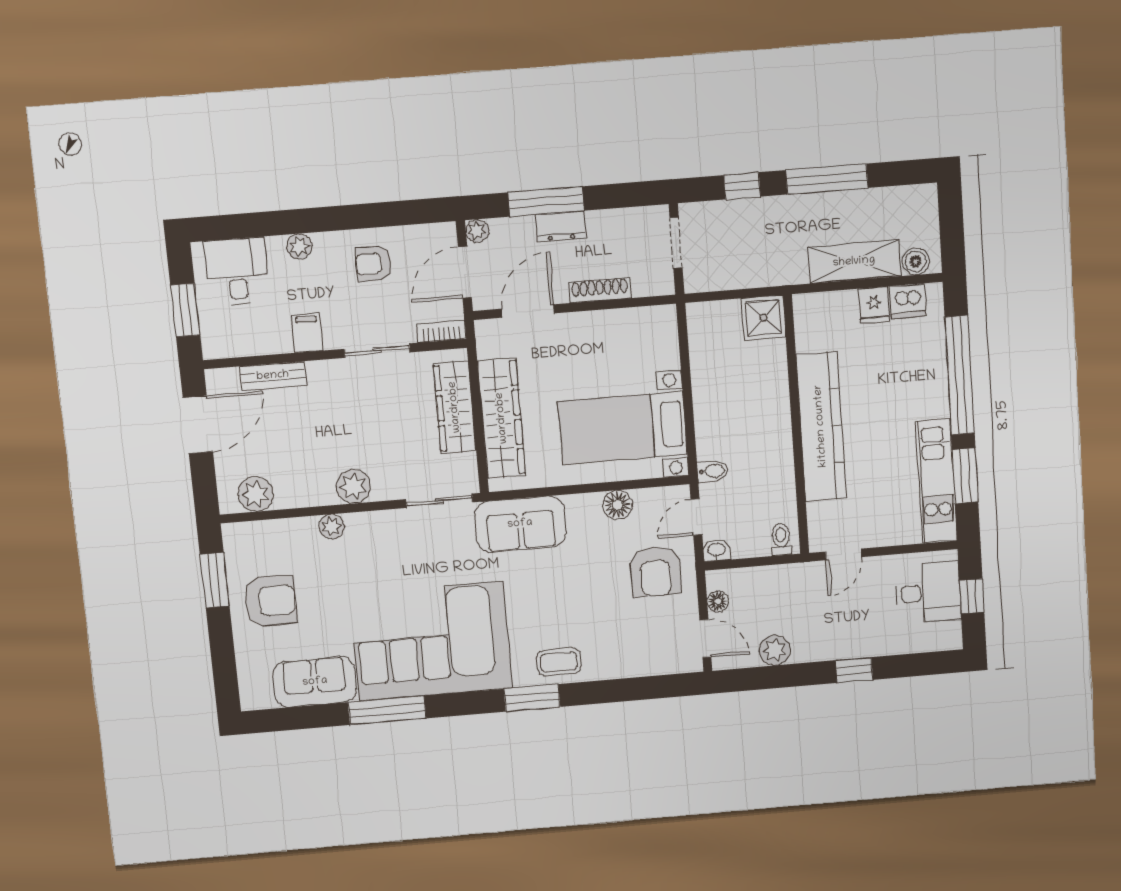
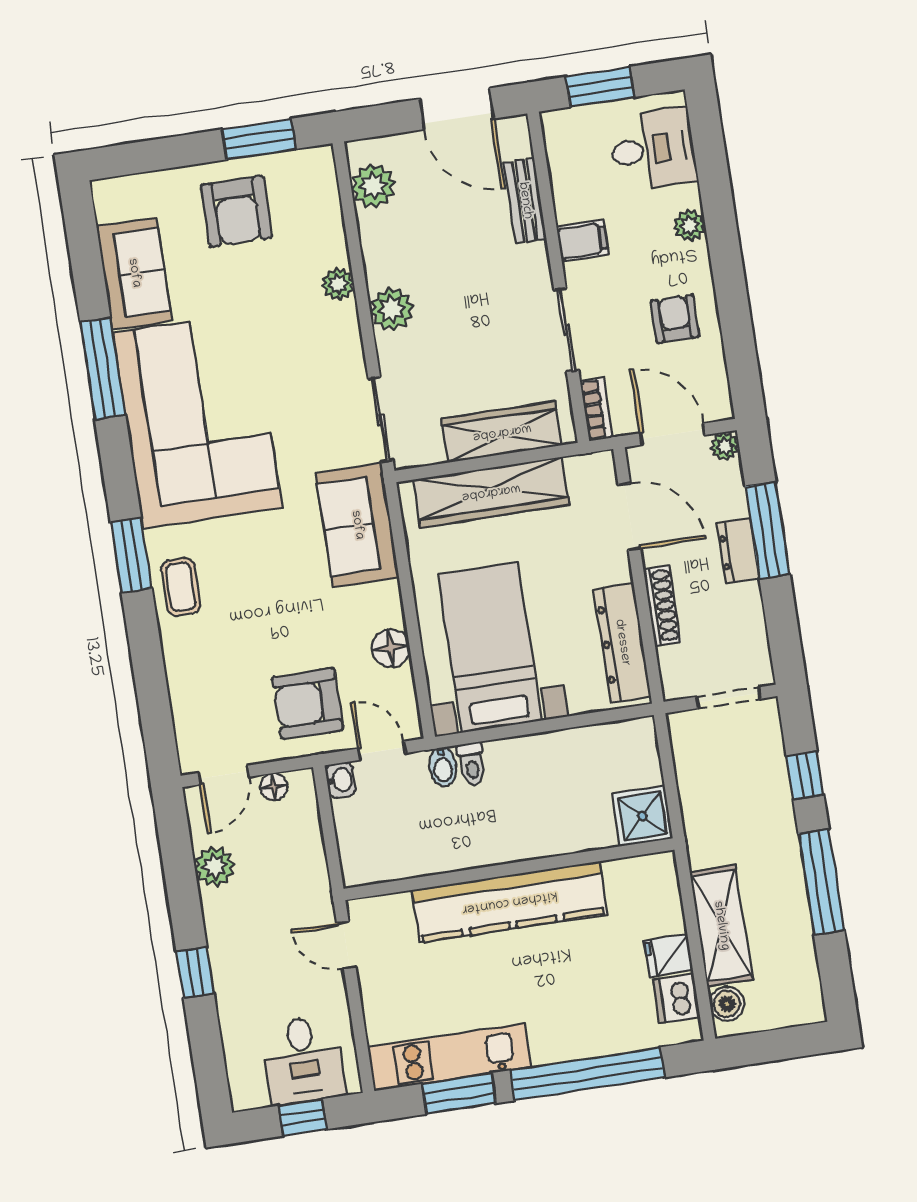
dresser: (626, 324) -> (622, 643), added
toilet: (781, 539) -> (472, 764), moved, turned 90

